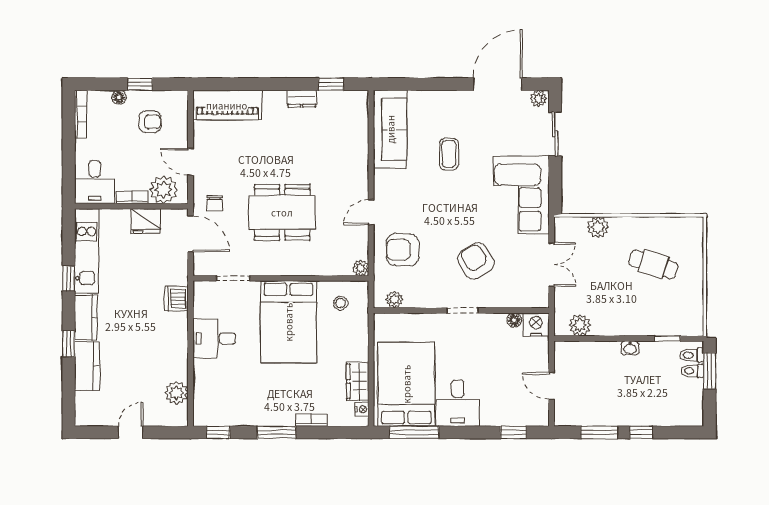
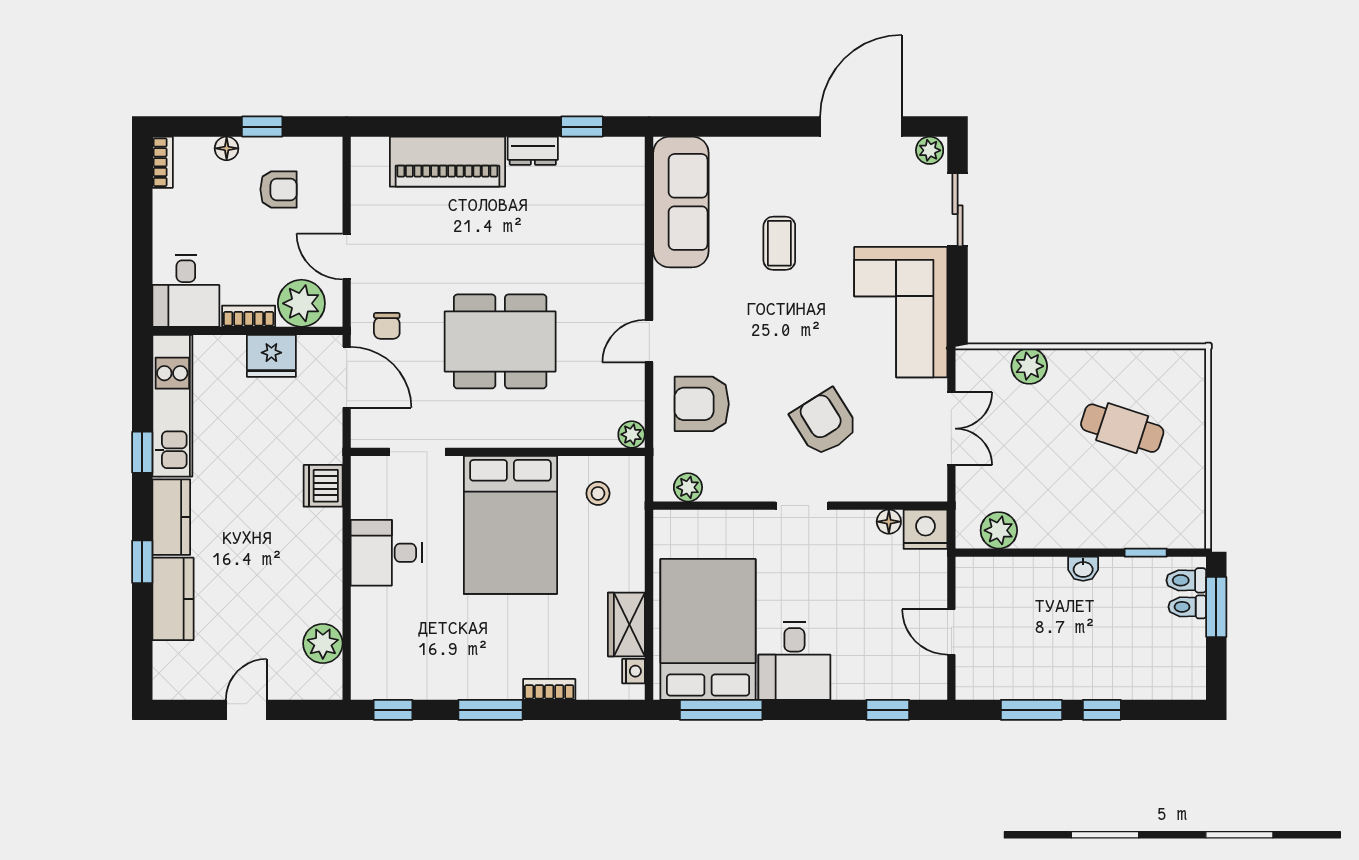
piano: (227, 105) -> (447, 162), moved
bookcase: (81, 114) -> (163, 162), width x0.64

